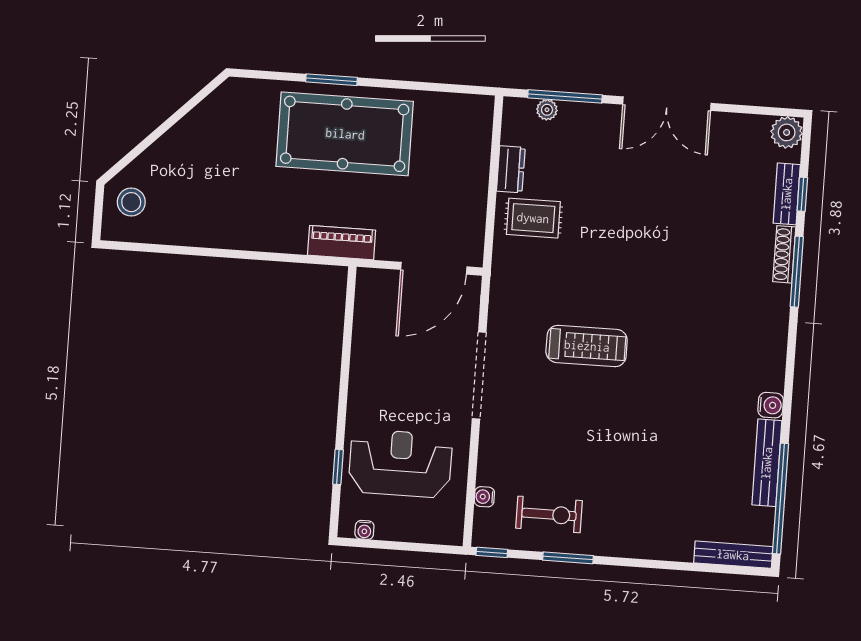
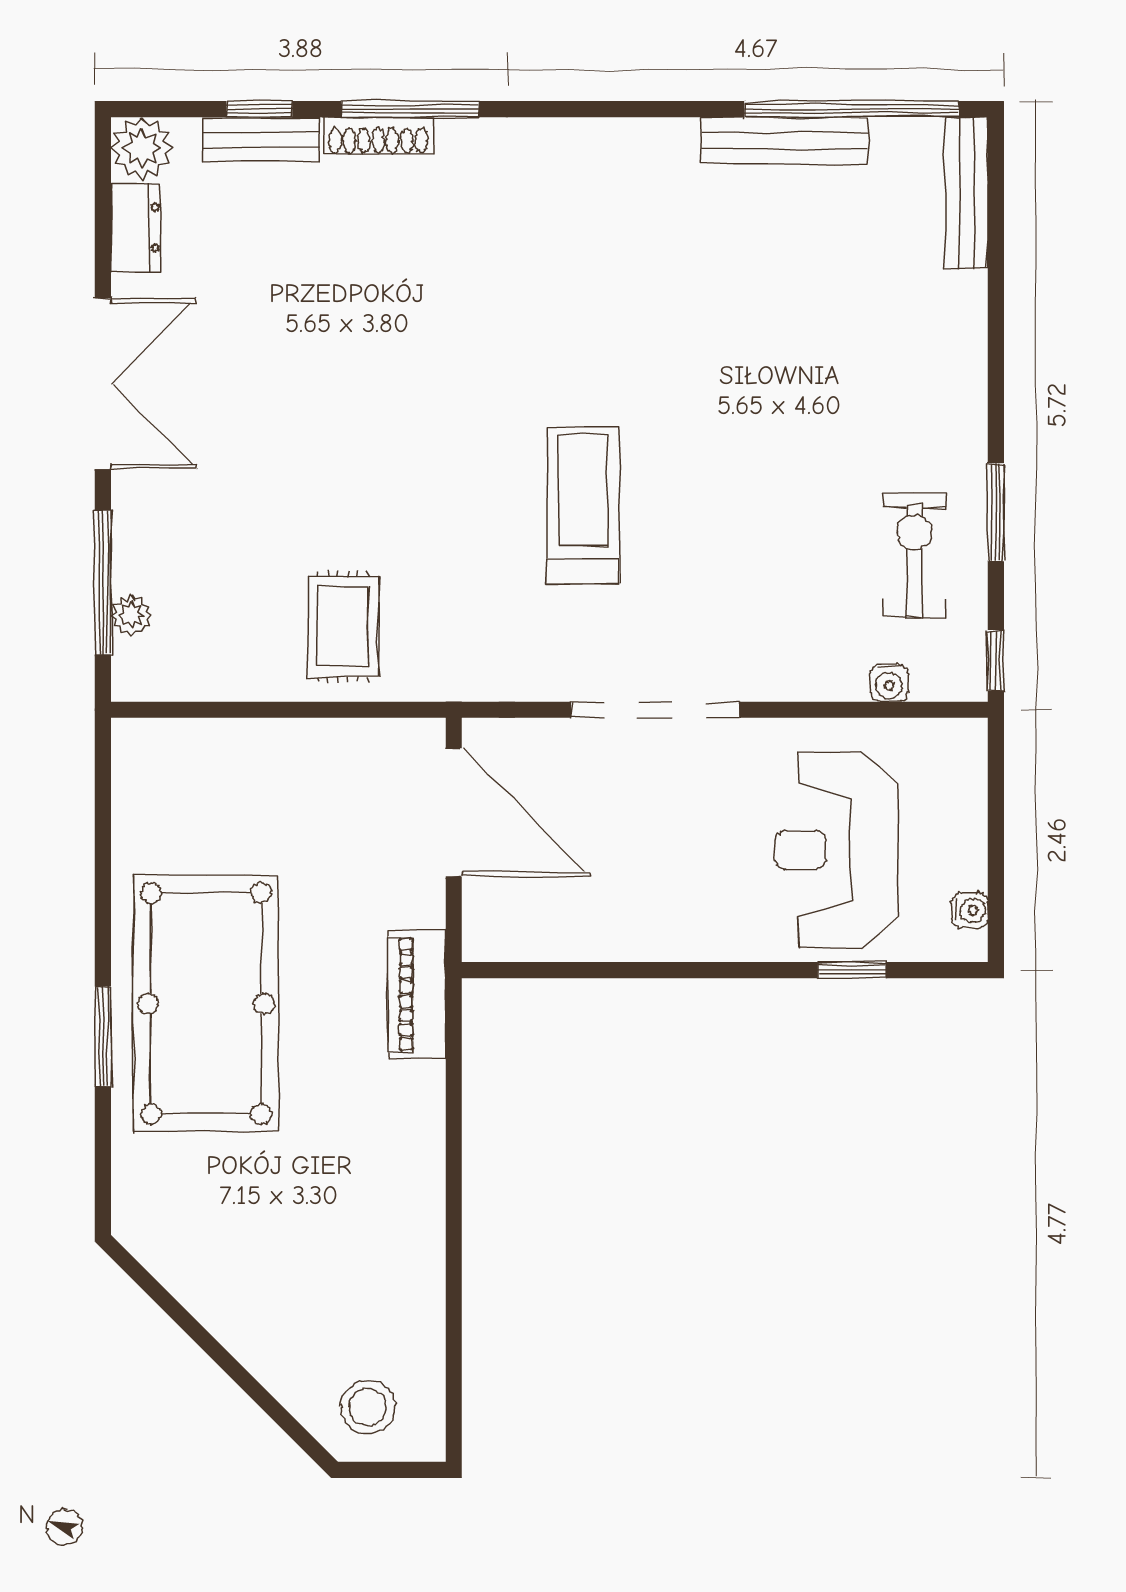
dresser: (511, 169) -> (136, 228), moved, turned 90
water cooler: (771, 405) -> (672, 141), removed

